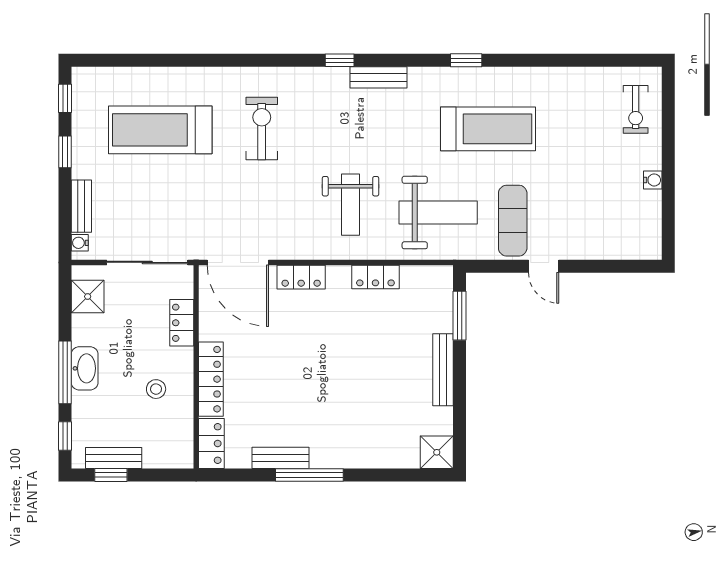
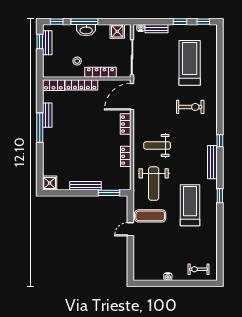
bench: (378, 77) -> (212, 162), width x1.36
treadmill: (488, 129) -> (190, 205), turned 180
locker: (182, 323) -> (100, 72), width x1.53

